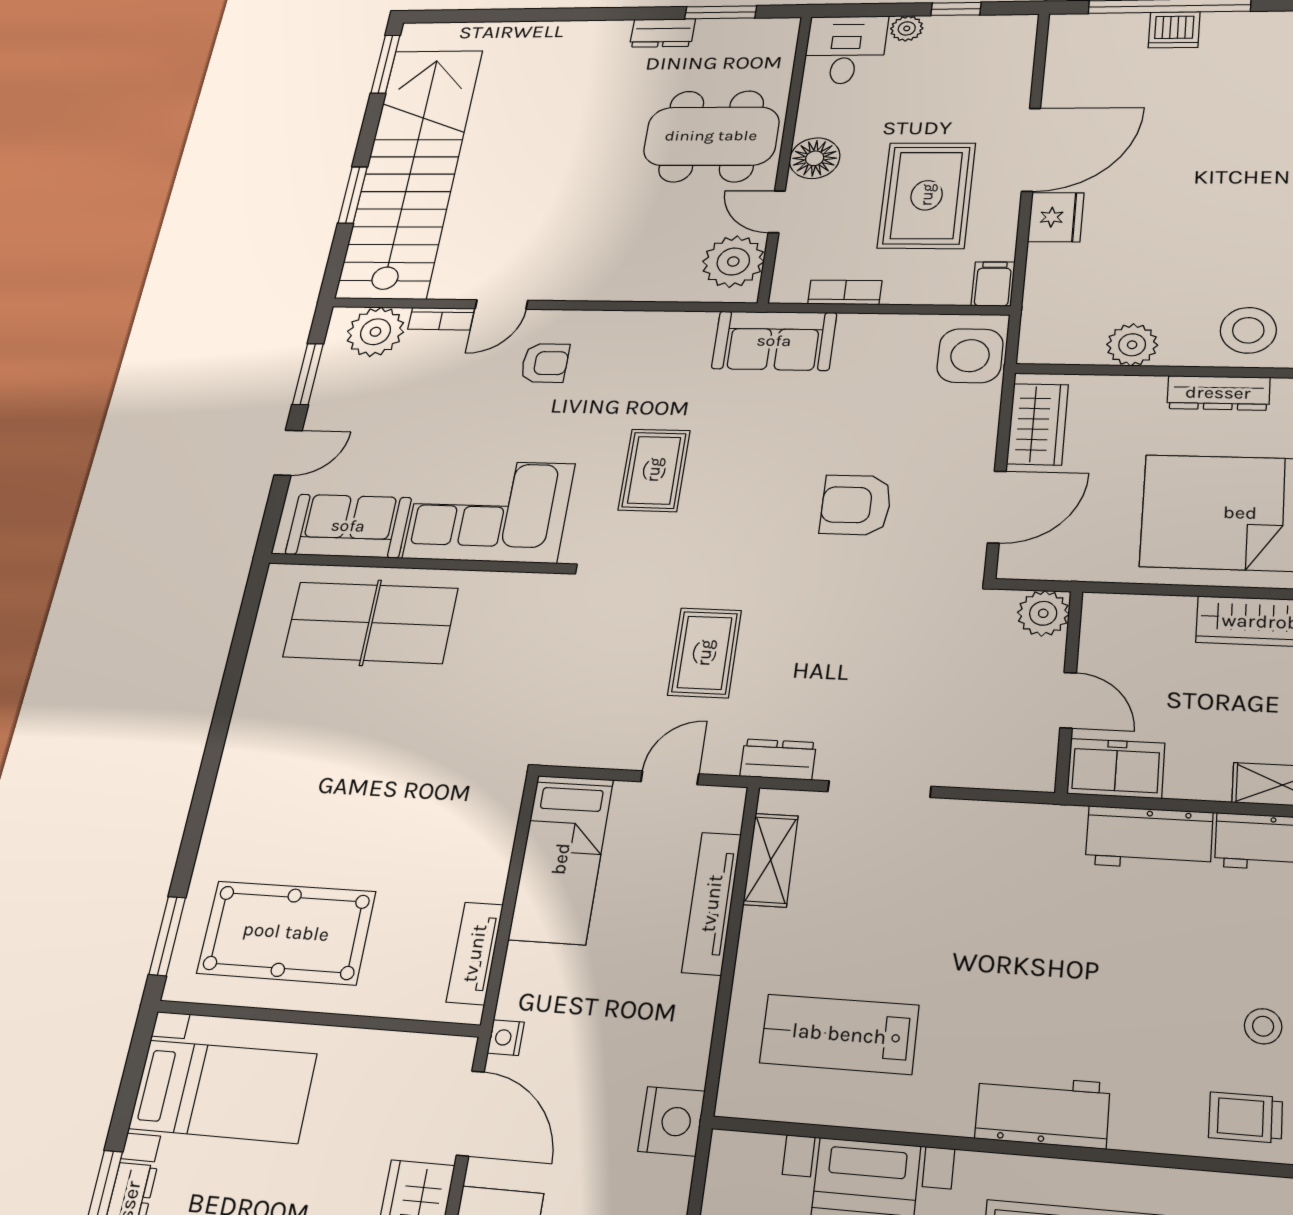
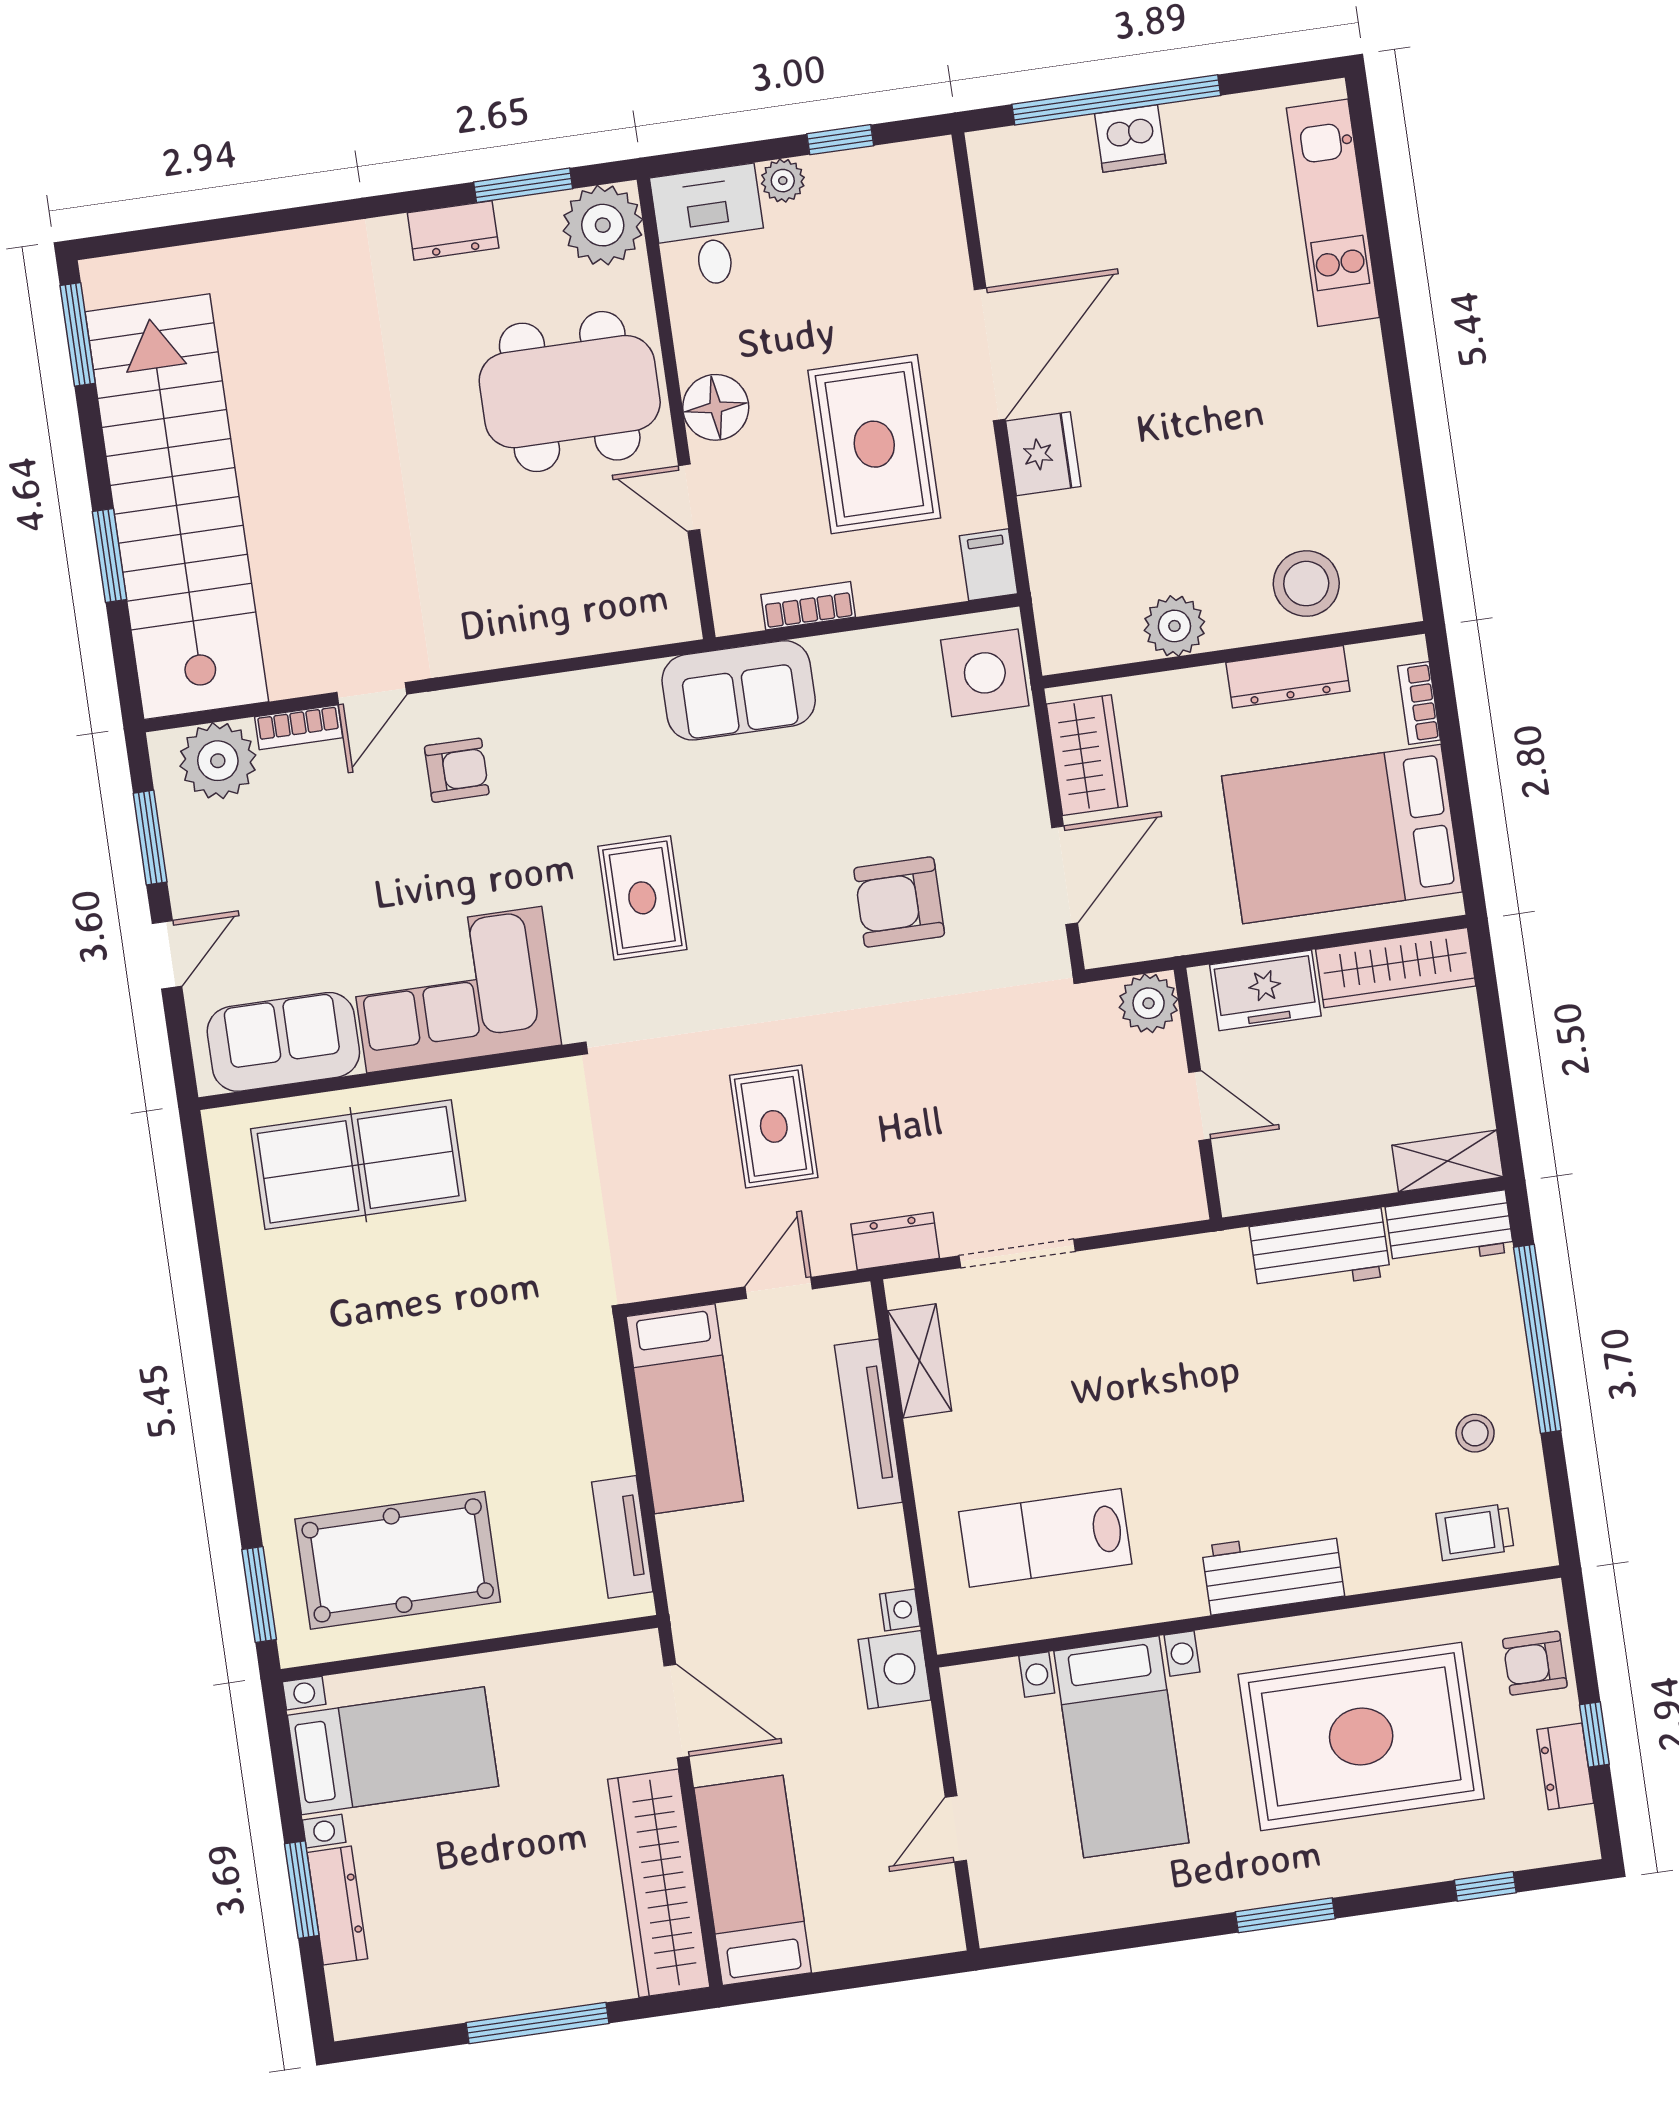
plant: (733, 261) -> (603, 225), moved
freezer: (1116, 768) -> (1265, 990), moved, turned 180
nightstand: (506, 1038) -> (900, 1610), moved, turned 180

